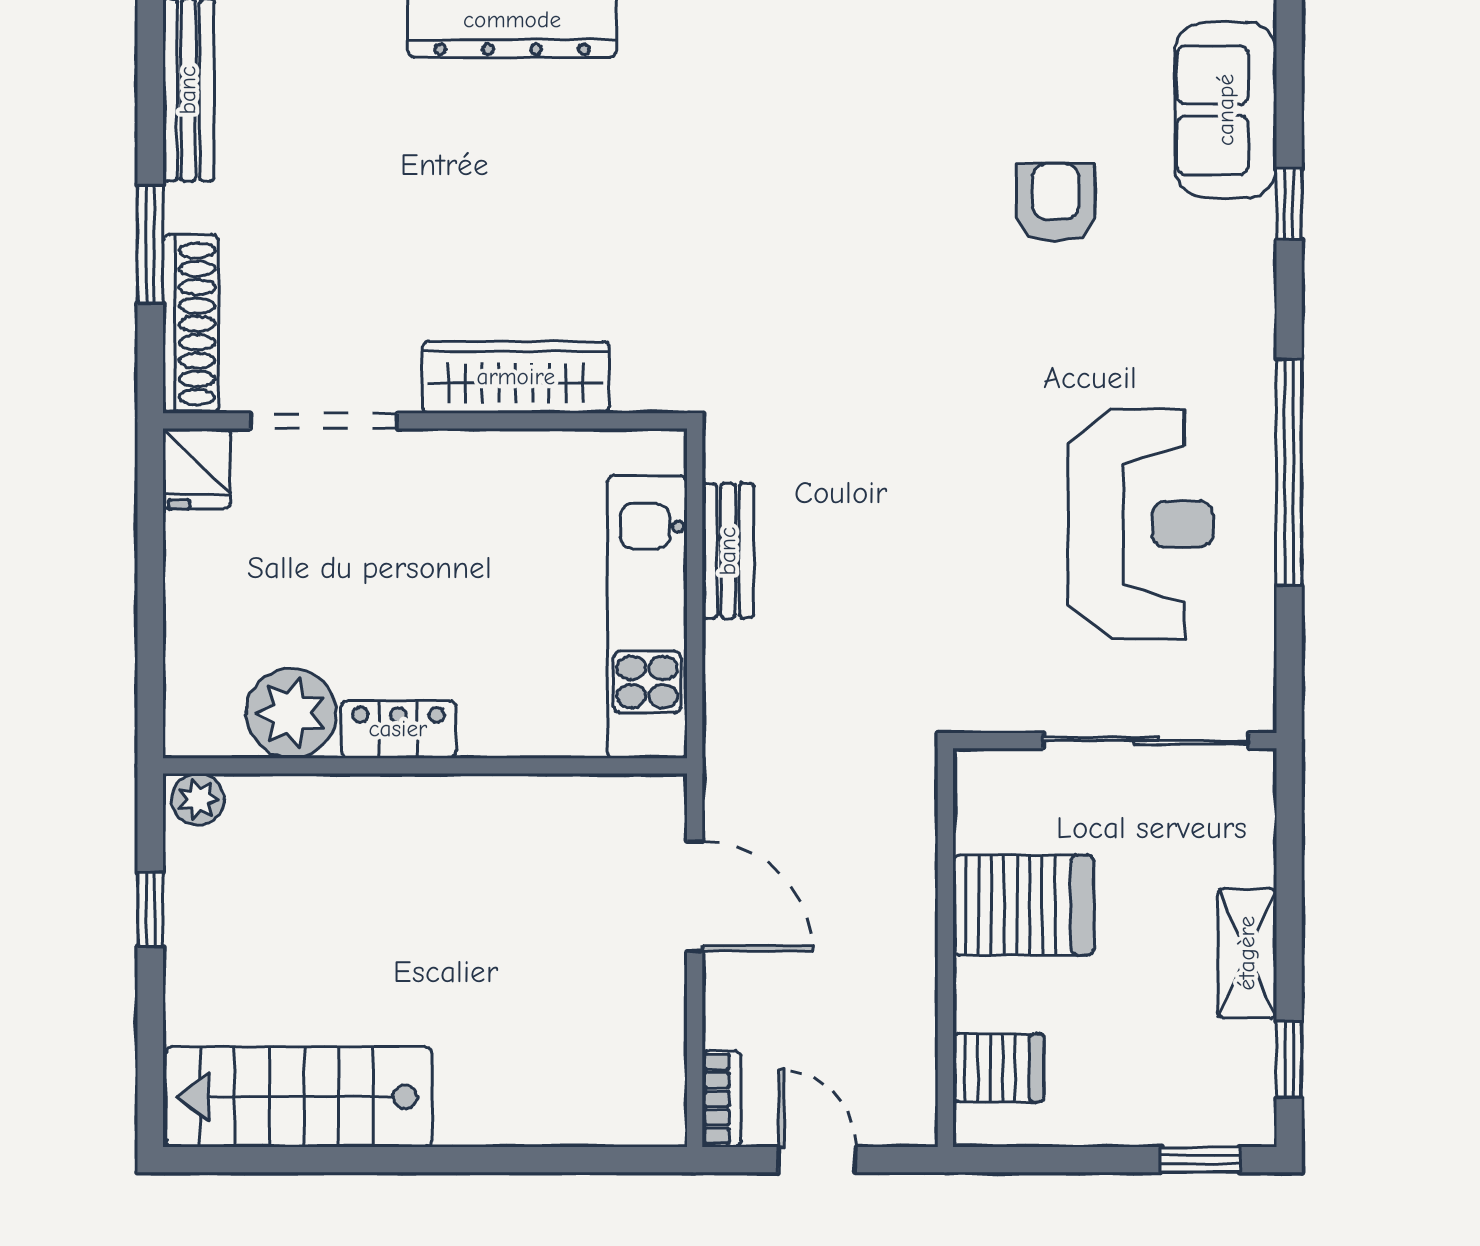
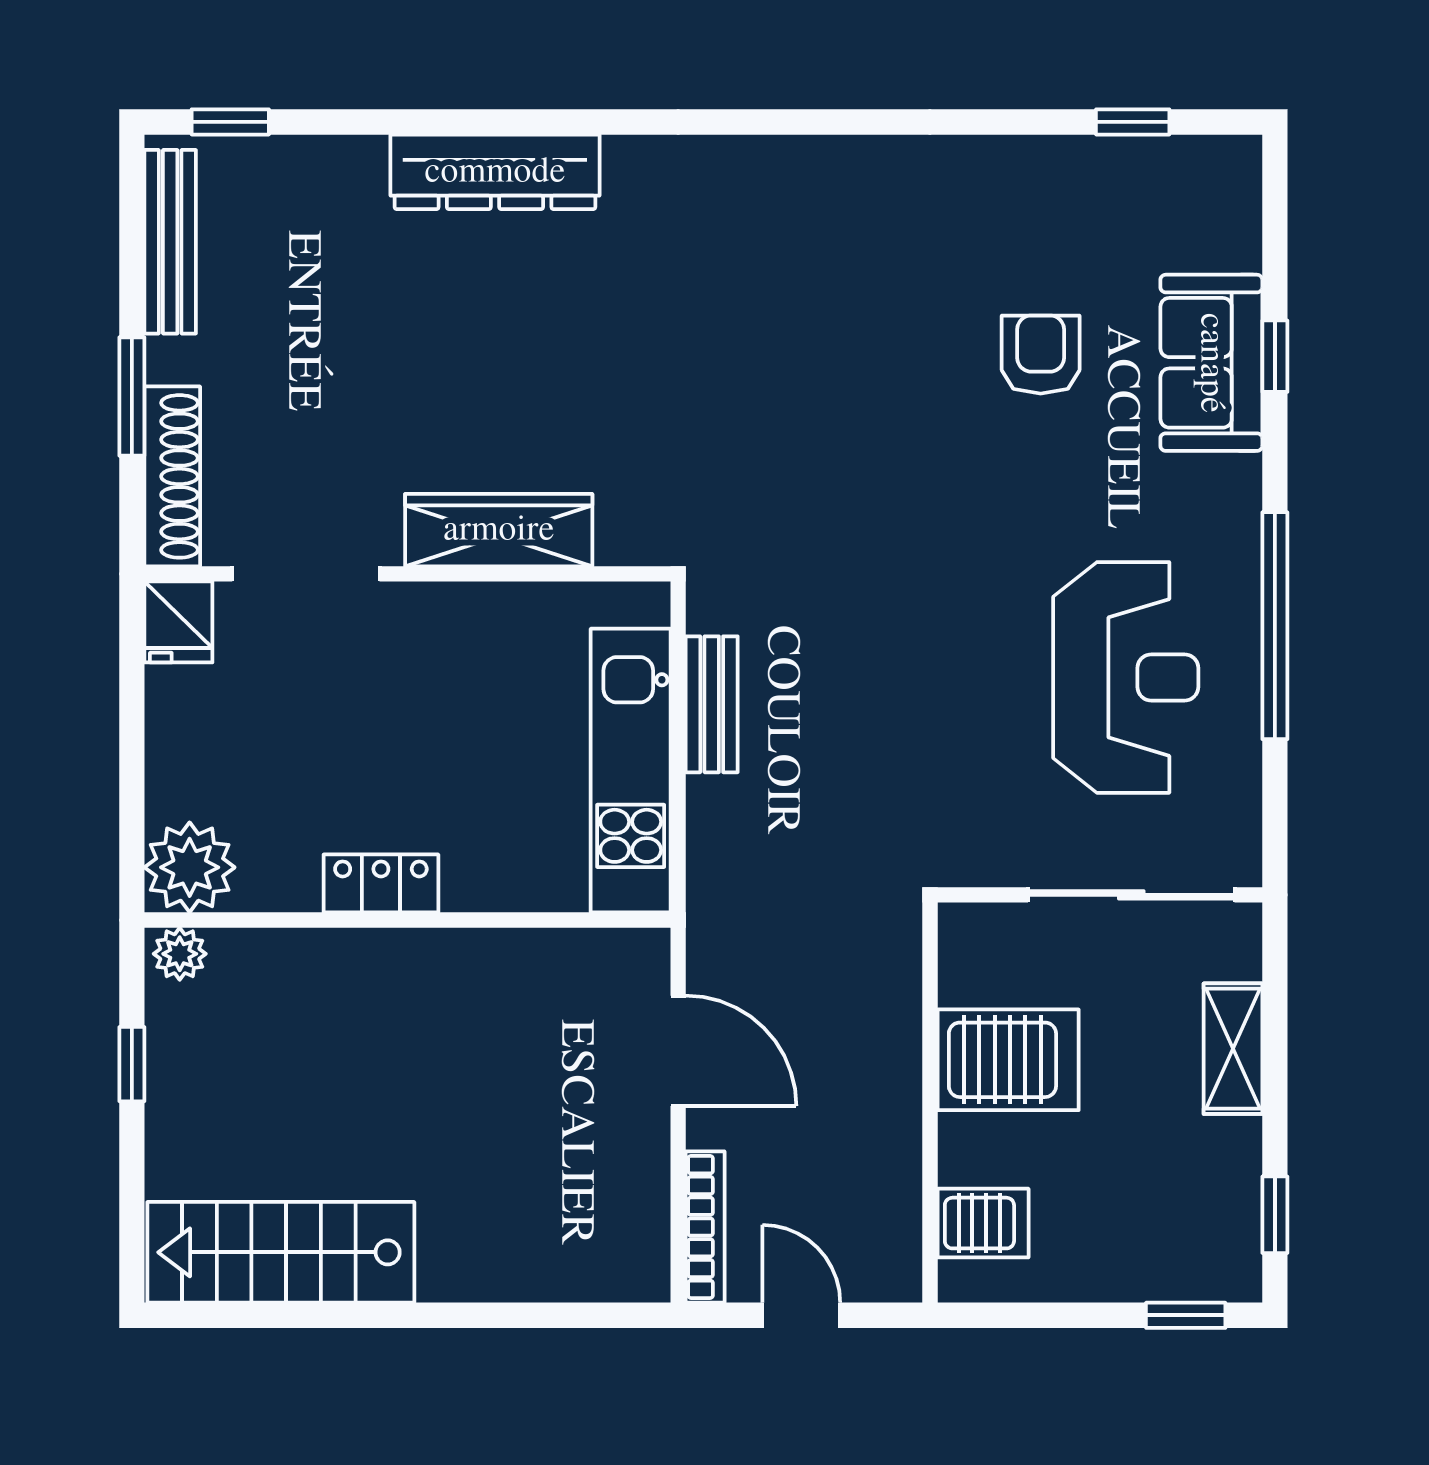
sofa: (1226, 110) -> (1211, 363), moved
plant: (291, 713) -> (190, 867), moved
shelving: (1247, 953) -> (1233, 1049), moved
bookcase: (721, 1099) -> (705, 1227), width x1.56

